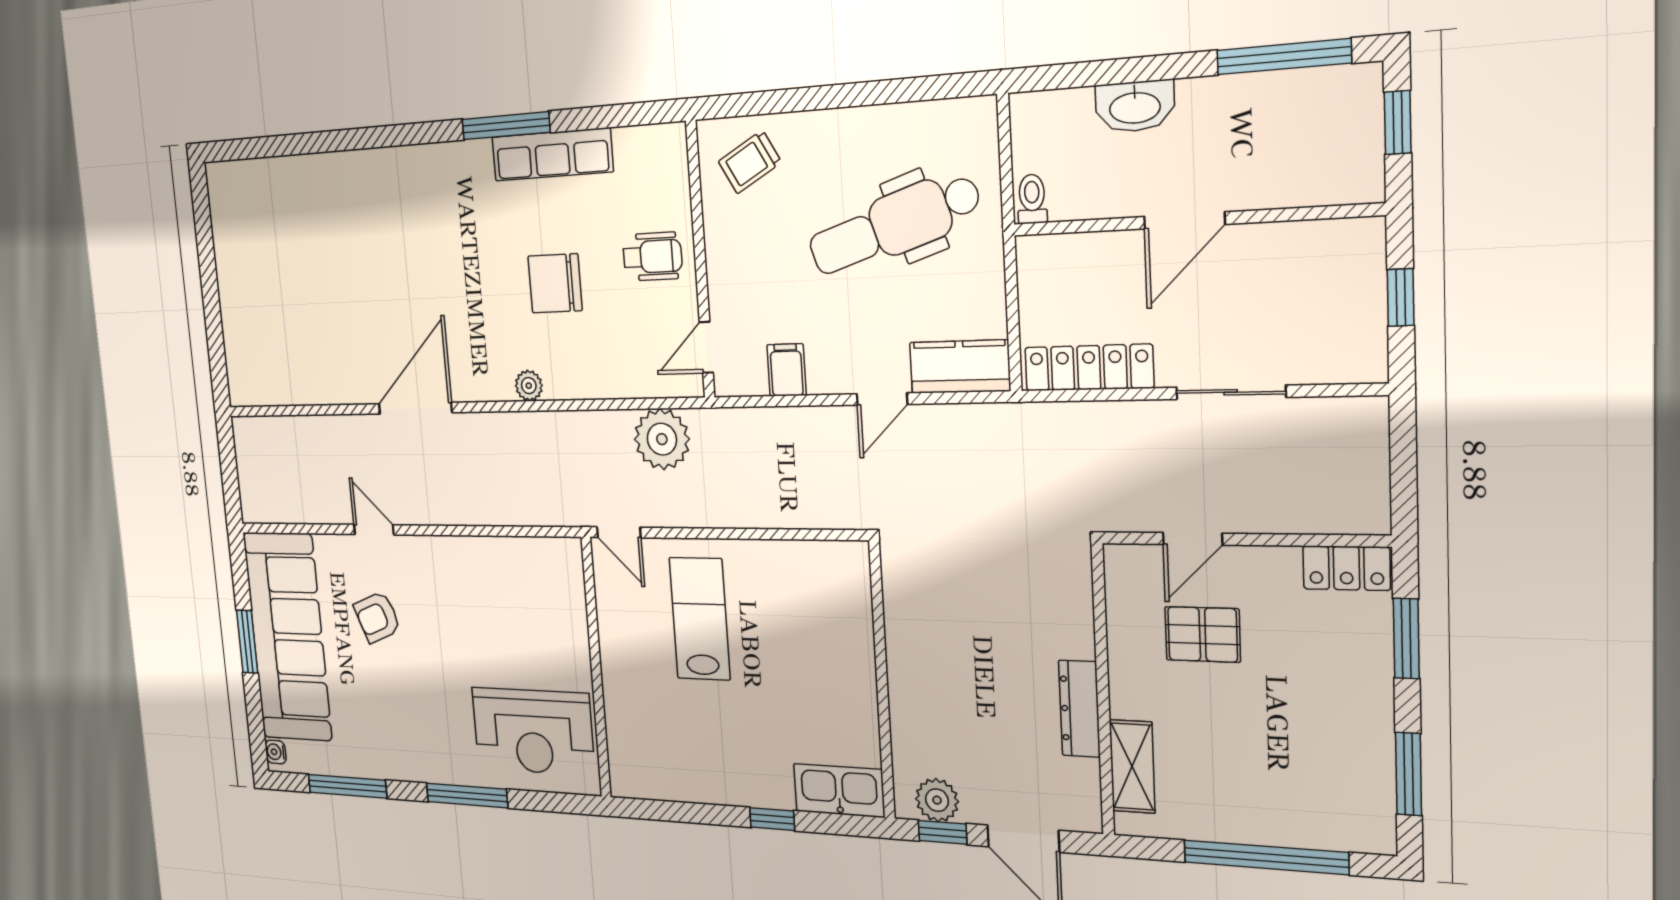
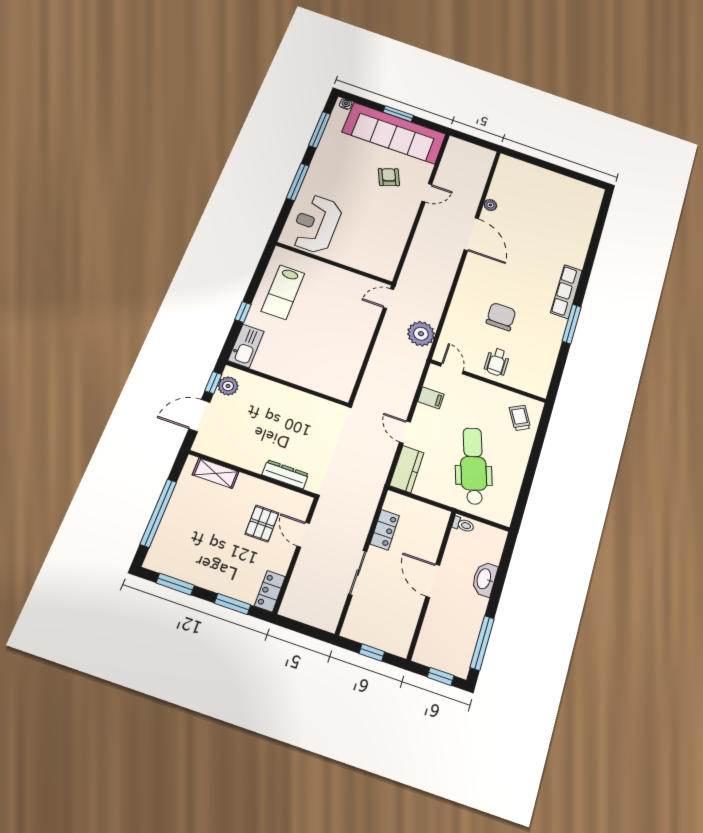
row of seats: (552, 154) -> (566, 292), moved
locker: (1089, 368) -> (385, 530), width x0.66
plant: (529, 386) -> (490, 205), moved
lab bench: (700, 619) -> (283, 292), moved, turned 90
dresser: (1079, 709) -> (285, 474), moved

